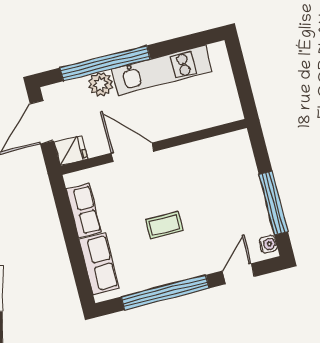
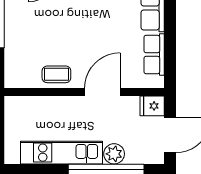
door: (133, 152) -> (102, 92), swing flipped
coffee table: (164, 225) -> (56, 74), moved

